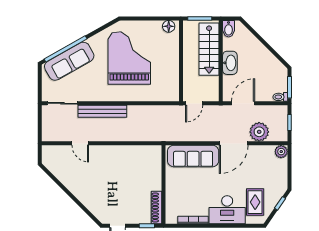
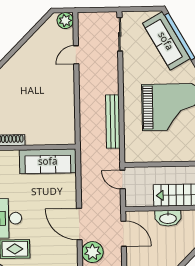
bench: (102, 111) -> (113, 122), moved
plant: (49, 152) -> (65, 21), added
sofa: (193, 156) -> (48, 161), moved, turned -90

